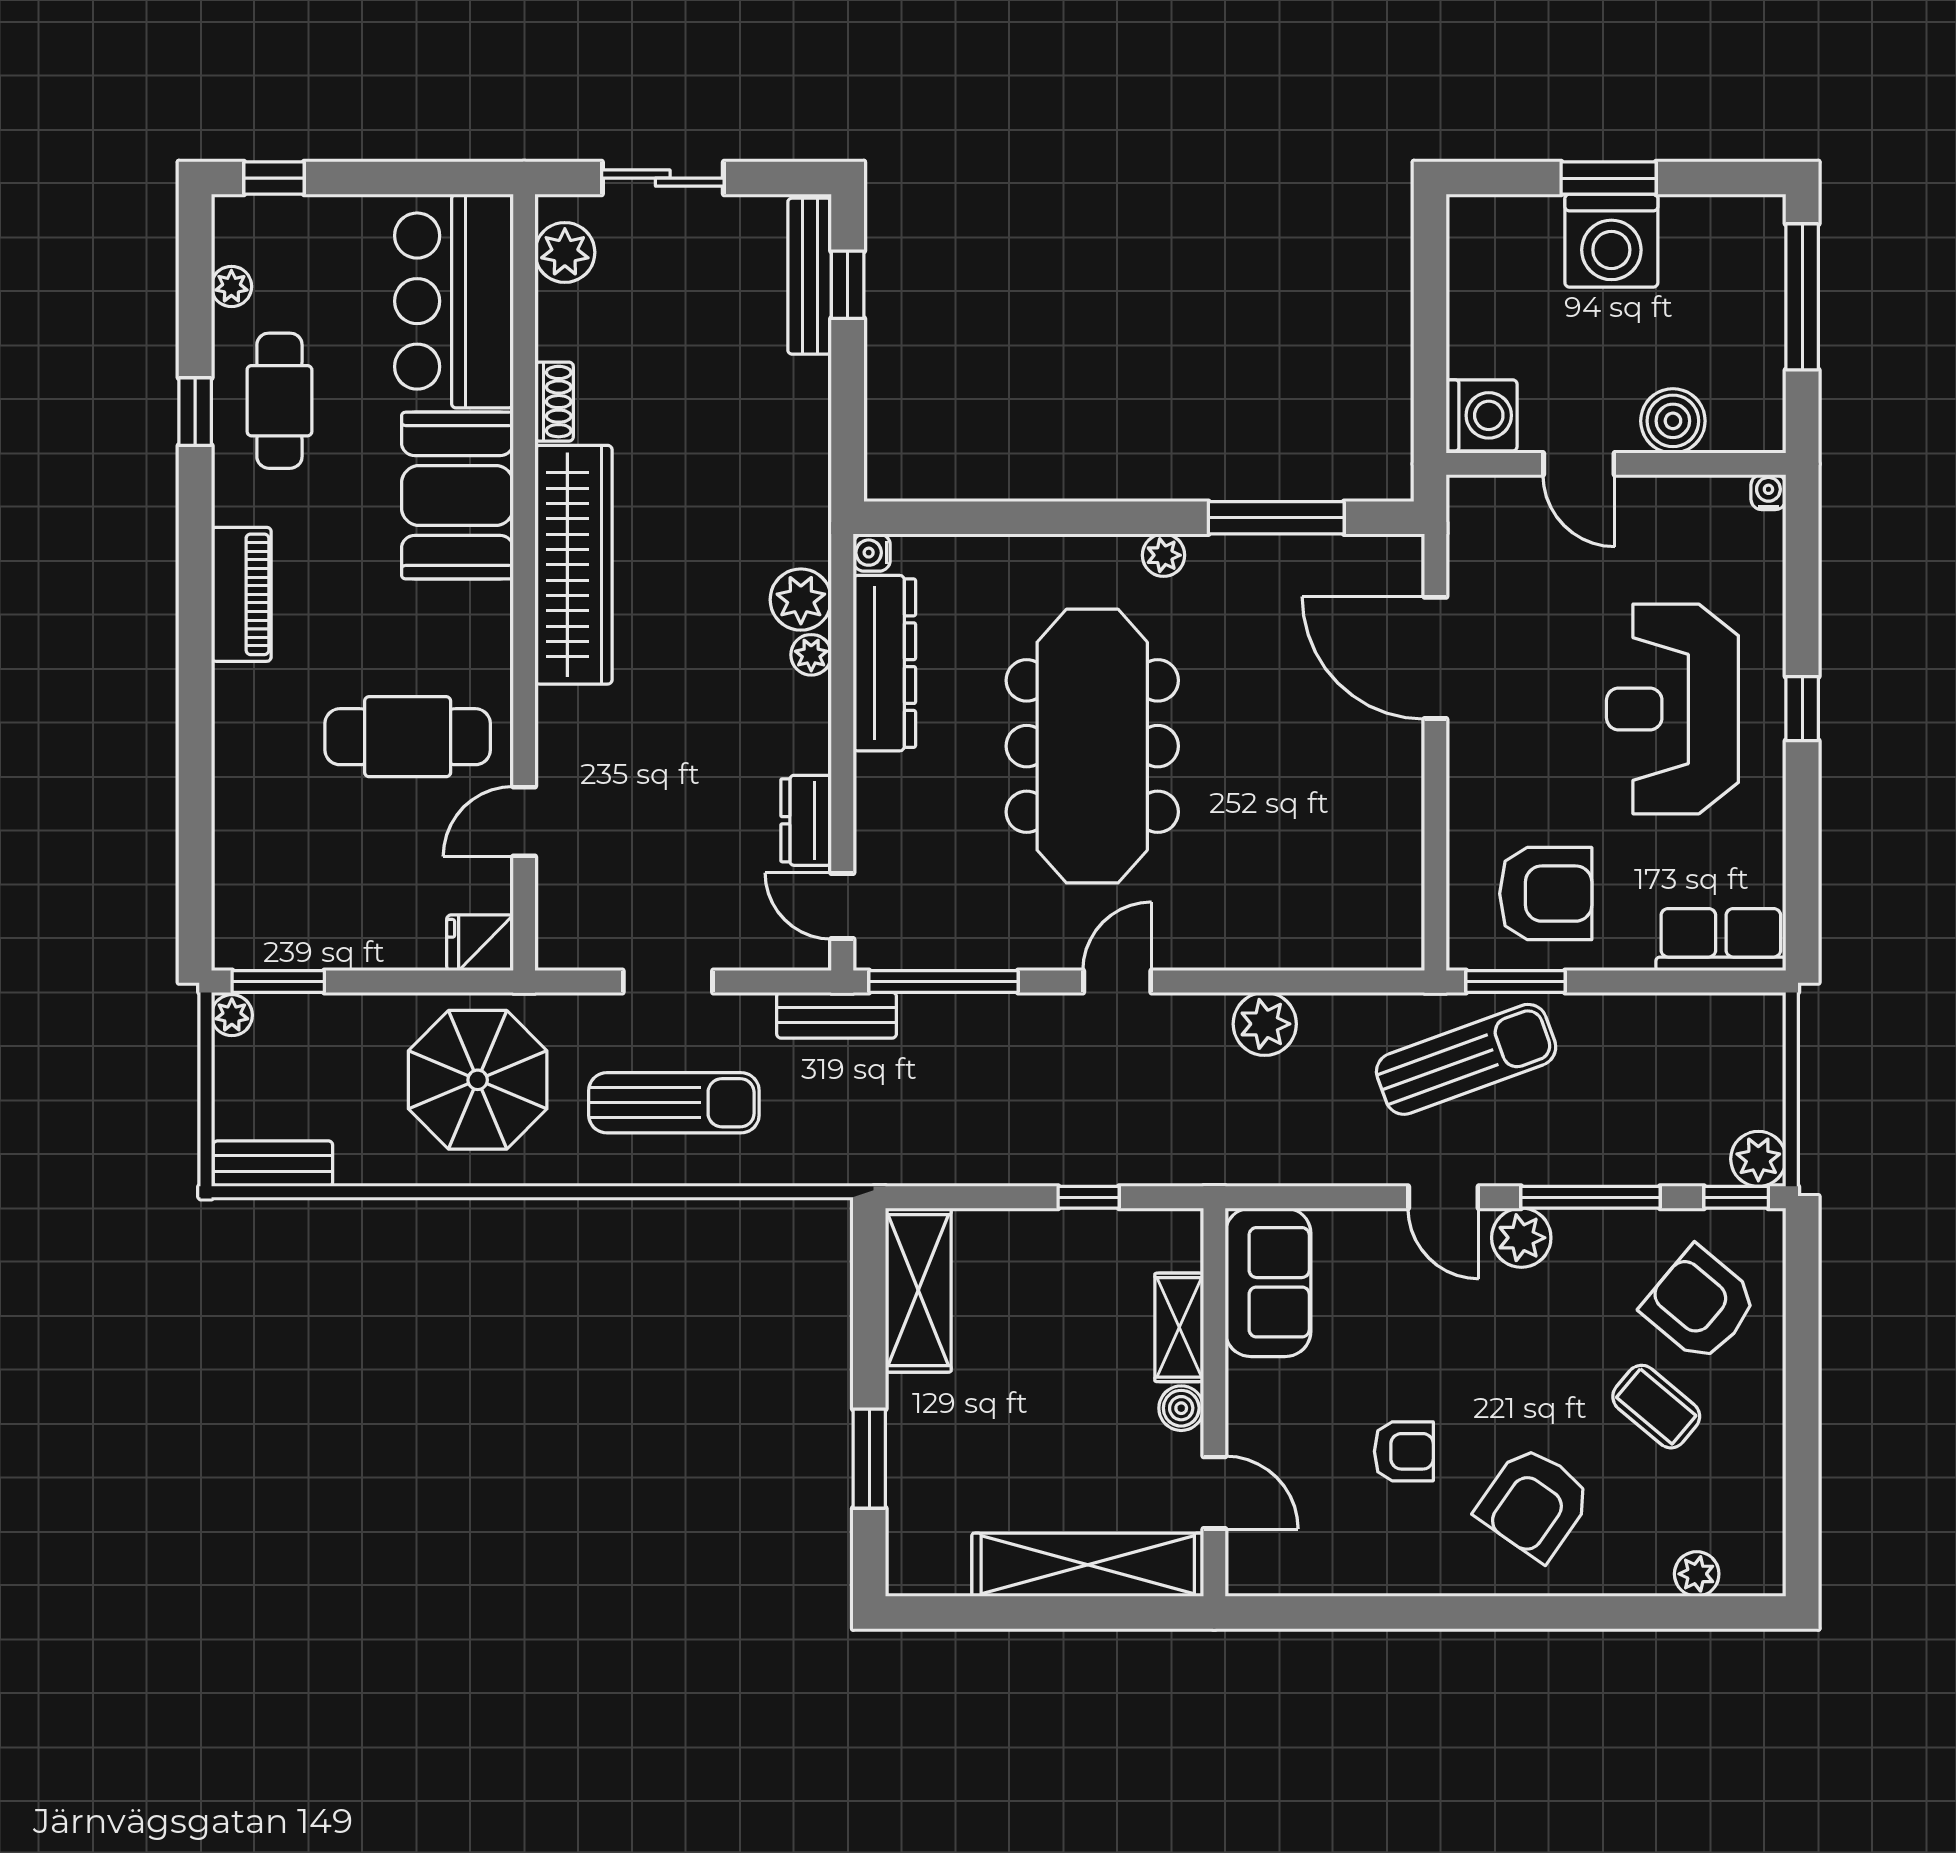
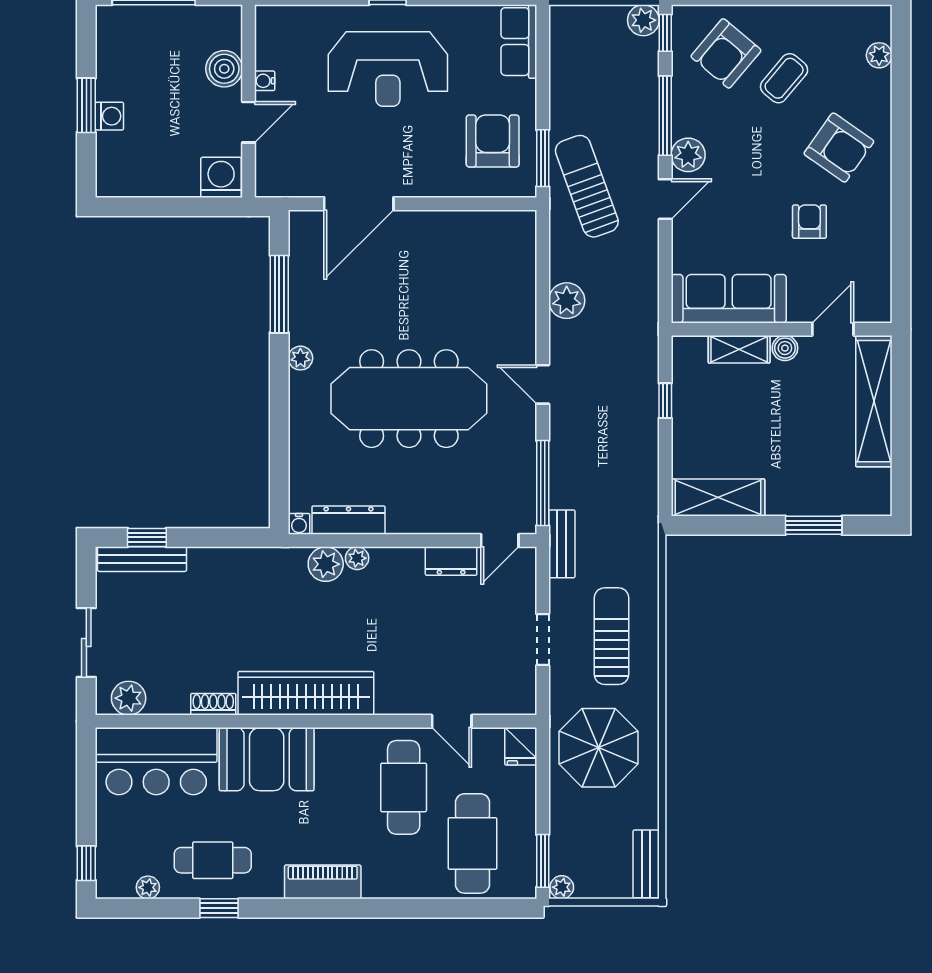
washing machine: (1611, 241) -> (109, 116), width x0.53, depth x0.53
water cooler: (1768, 492) -> (265, 81), moved
dresser: (884, 663) -> (348, 520), width x0.73, depth x0.80
cafe table: (309, 858) -> (472, 843), added
sofa: (1268, 1282) -> (729, 299), width x1.36

